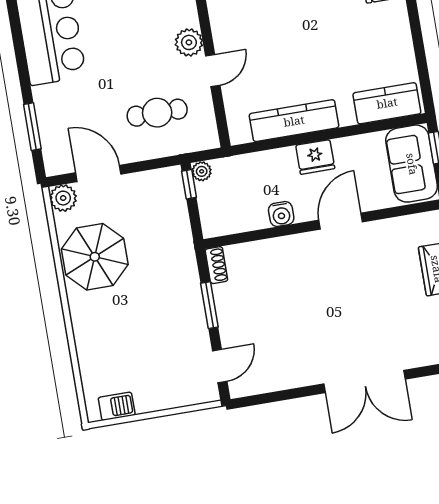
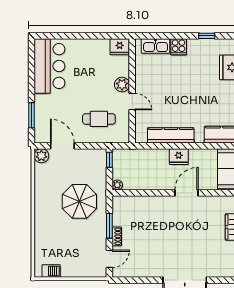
door: (213, 71) -> (132, 102), hinge flipped
plant: (202, 171) -> (117, 185), moved
water cooler: (281, 214) -> (156, 184), removed
parasol: (95, 257) -> (79, 201), moved
shoe rack: (216, 265) -> (117, 236), moved

